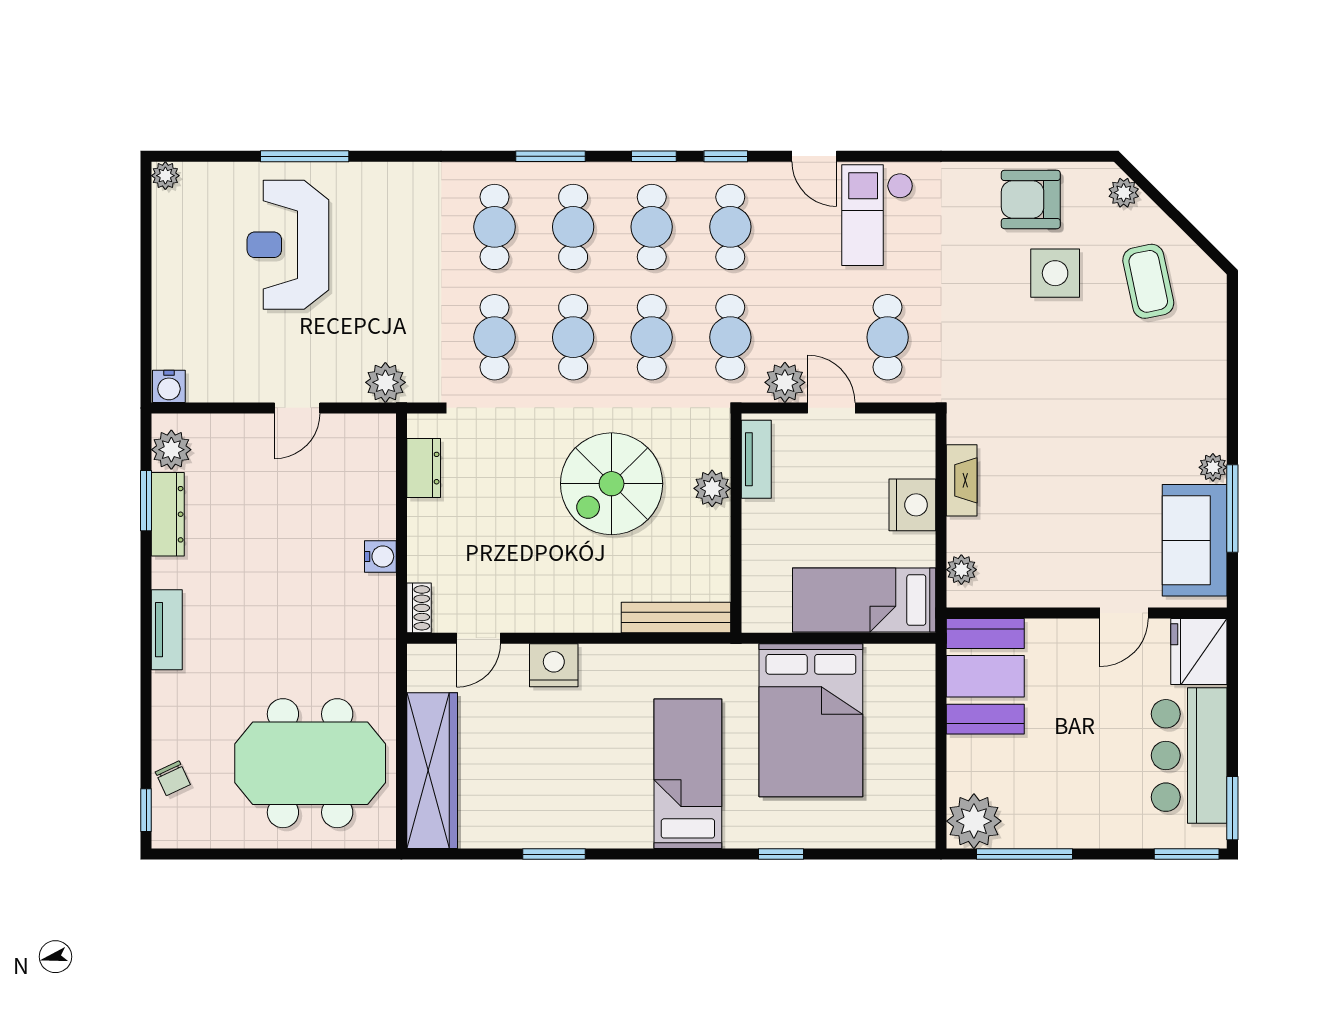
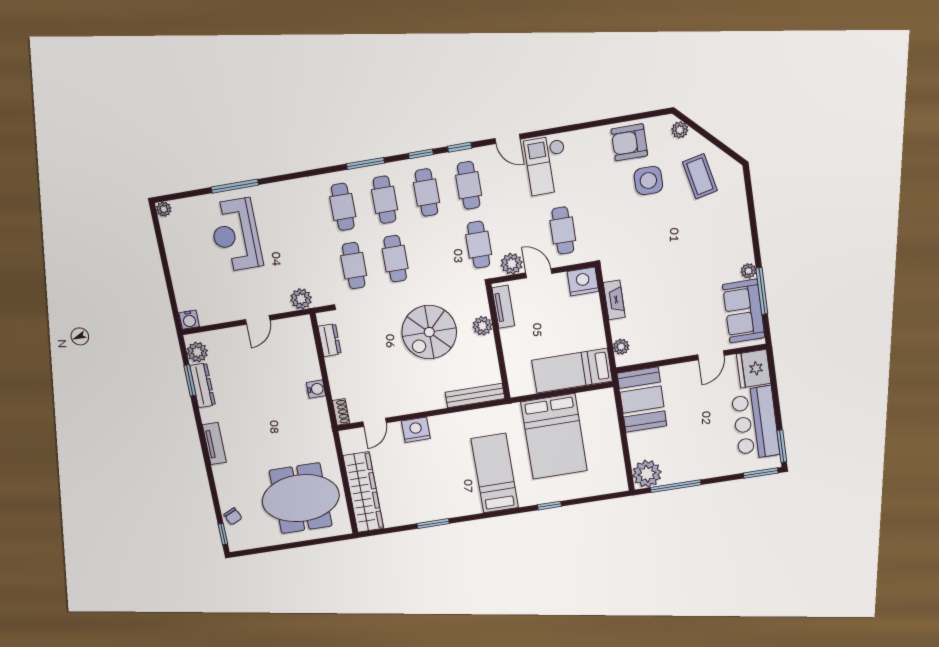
cafe table: (652, 337) -> (437, 252), removed
nightstand: (912, 505) -> (583, 281), moved, turned -90

